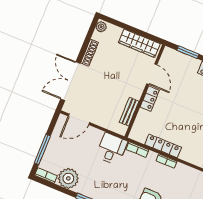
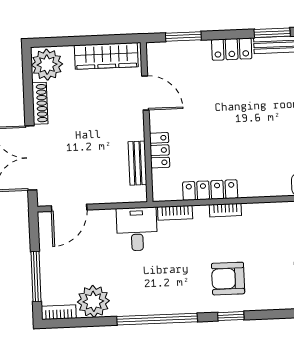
plant: (101, 27) -> (47, 65), width x1.88, depth x1.88
locker: (150, 99) -> (160, 150), moved

